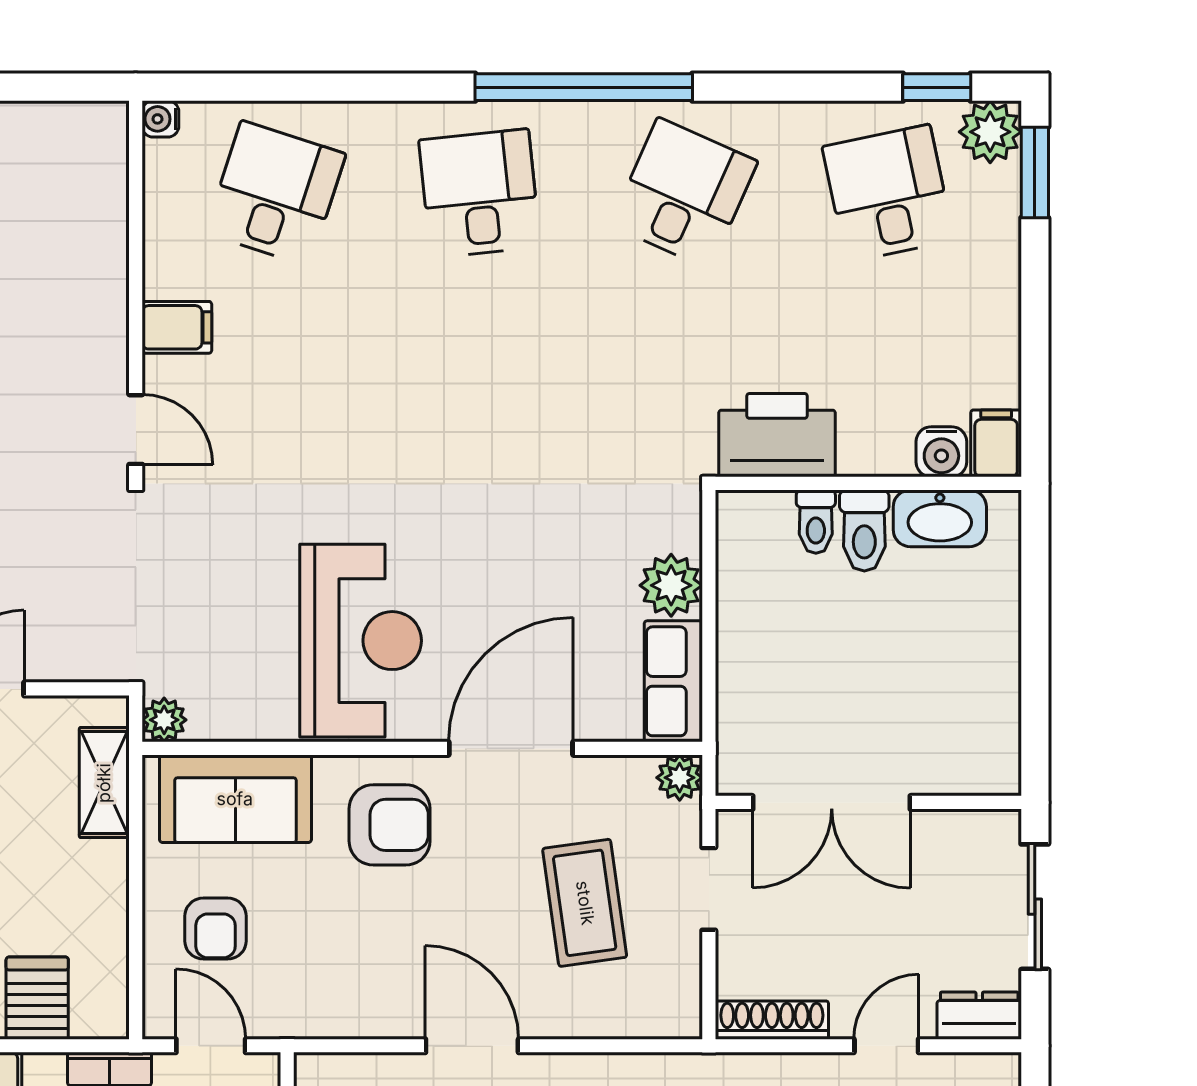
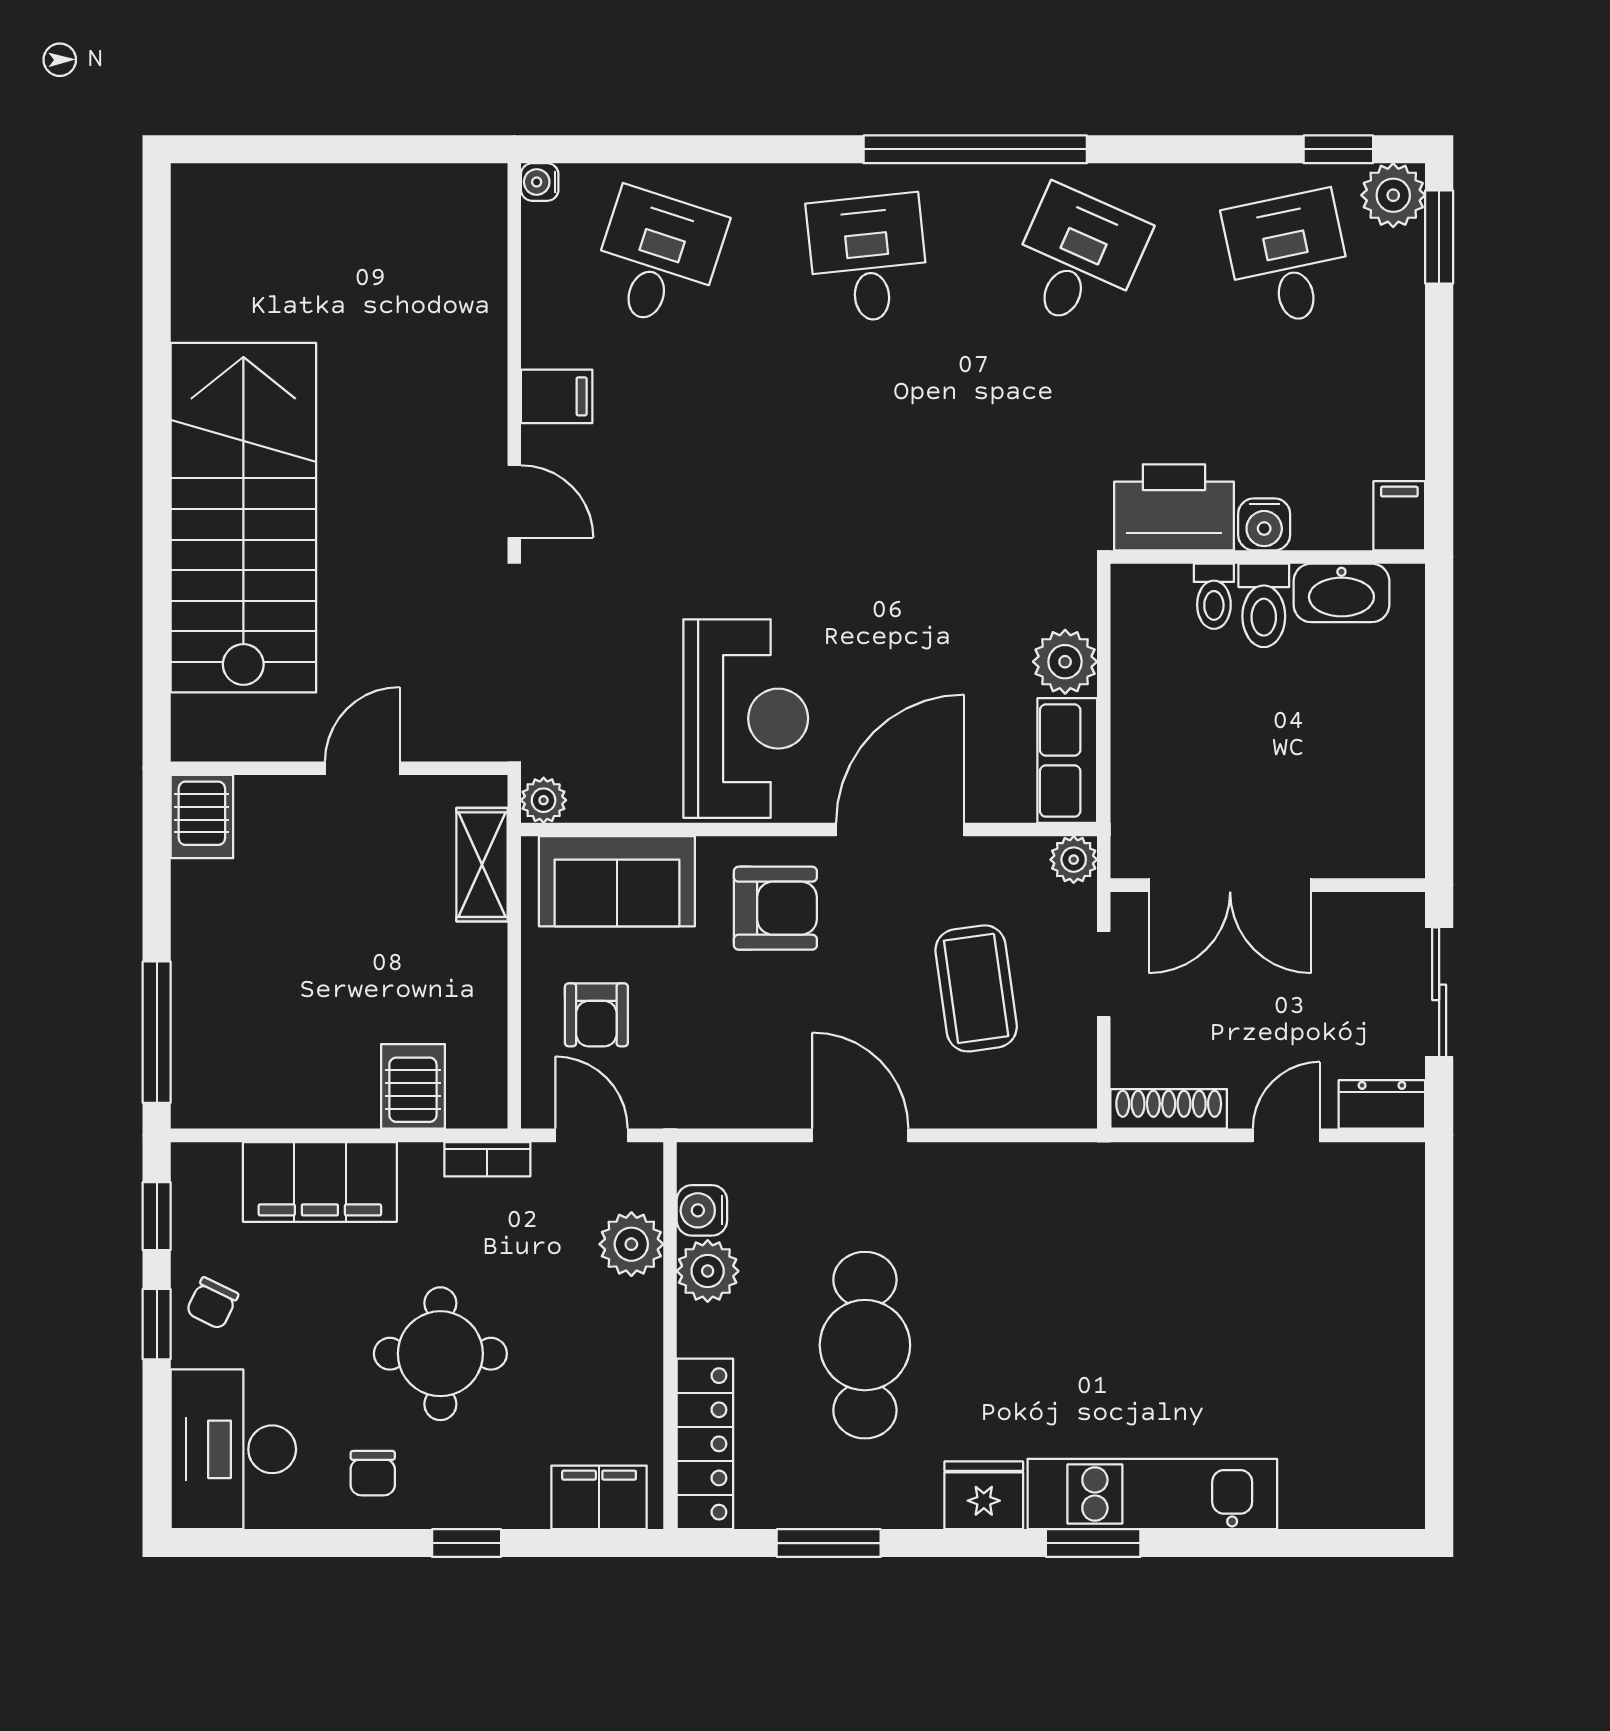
water cooler: (941, 452) -> (1264, 524), moved

